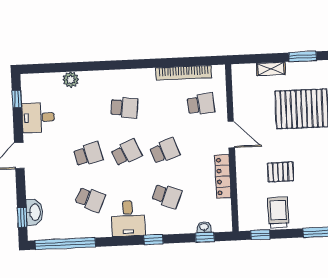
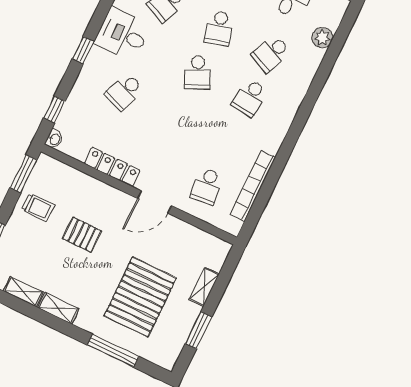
plant: (71, 80) -> (322, 38), moved
school desk: (165, 151) -> (271, 53), moved, turned 45
pallet: (281, 172) -> (82, 235), turned 90
trolley: (278, 212) -> (38, 207), width x0.73, depth x0.72
washbasin: (204, 227) -> (54, 139), moved
window: (260, 235) -> (23, 174), width x1.50

